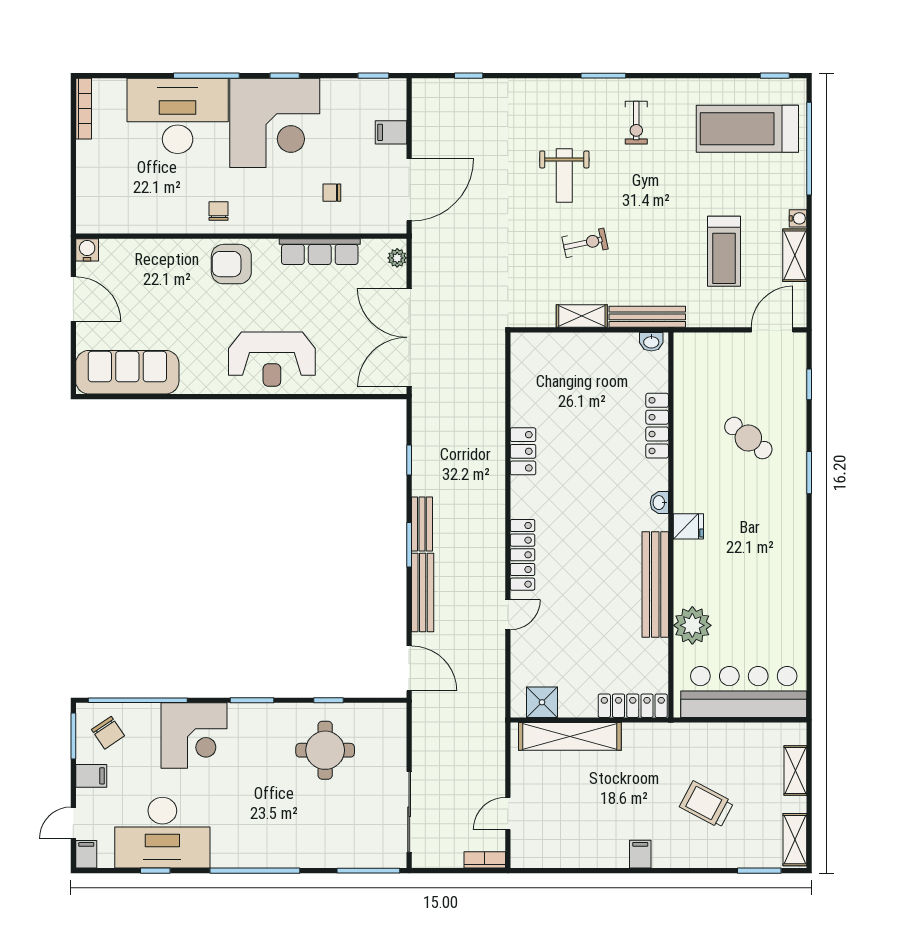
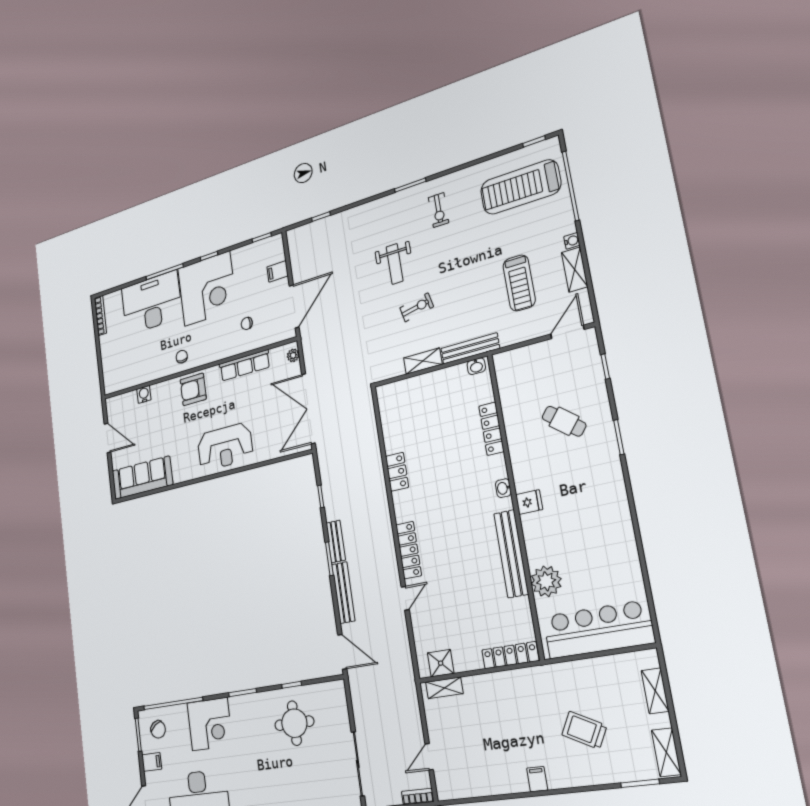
water cooler: (87, 250) -> (144, 394), moved
shelving: (570, 736) -> (444, 688), width x0.45, depth x0.75

